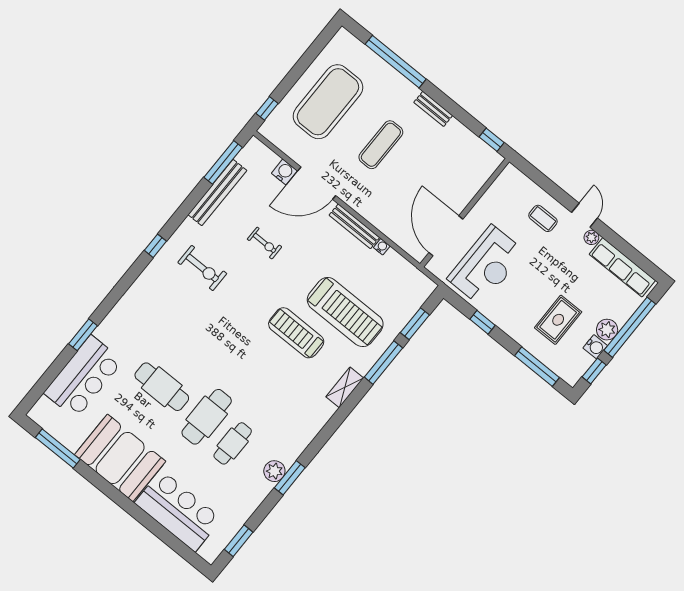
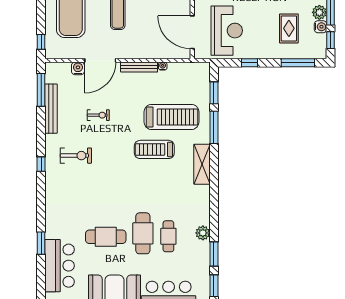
shelving: (345, 387) -> (202, 164), width x1.50, depth x1.33
window: (290, 478) -> (214, 254), moved

